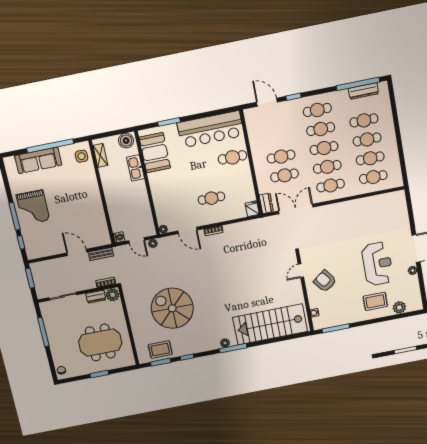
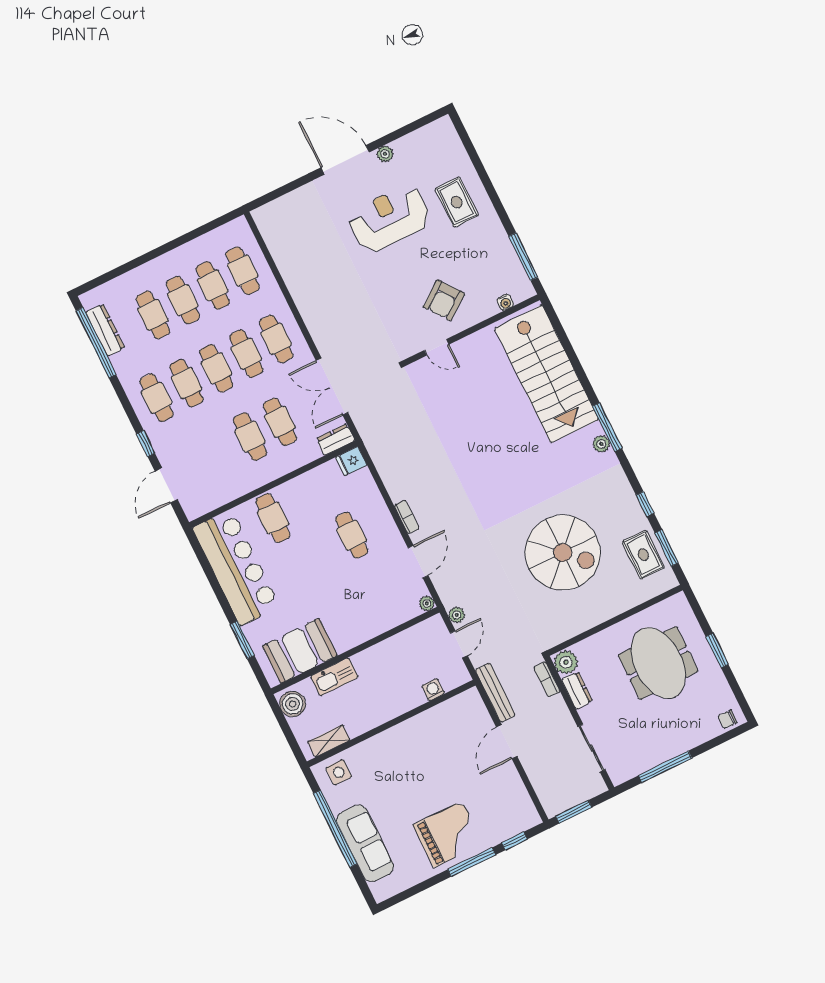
washing machine: (119, 237) -> (433, 690), moved
bench: (101, 254) -> (495, 693), width x1.36
plant: (399, 307) -> (456, 157), removed
spiral stairs: (172, 308) -> (563, 553), turned -90

